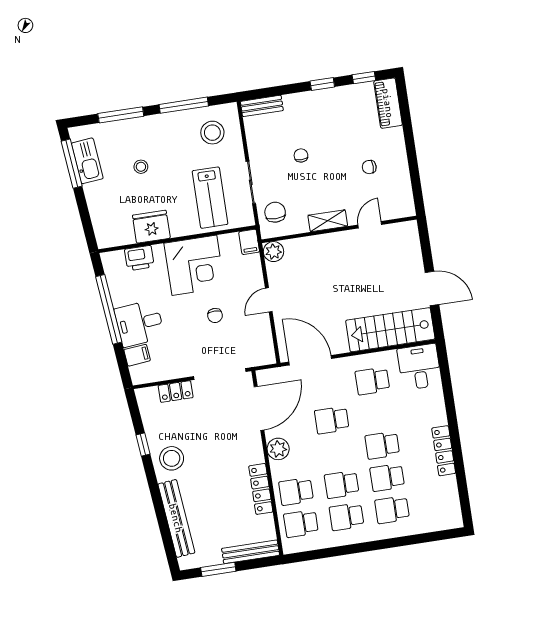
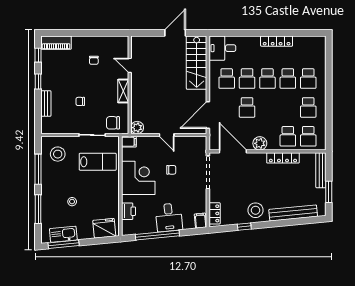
bench: (262, 106) -> (46, 103), moved
fridge: (151, 227) -> (104, 228), moved, turned 84
filing cabinet: (137, 355) -> (200, 221), moved
locker: (176, 392) -> (215, 213), moved
school desk: (342, 484) -> (247, 79), moved

